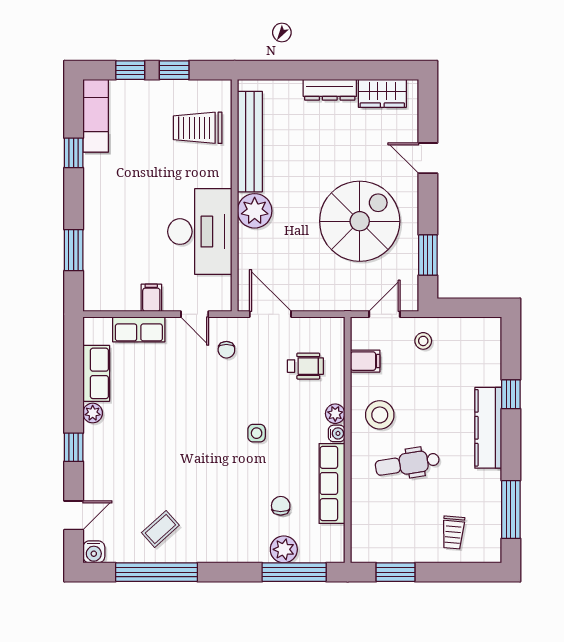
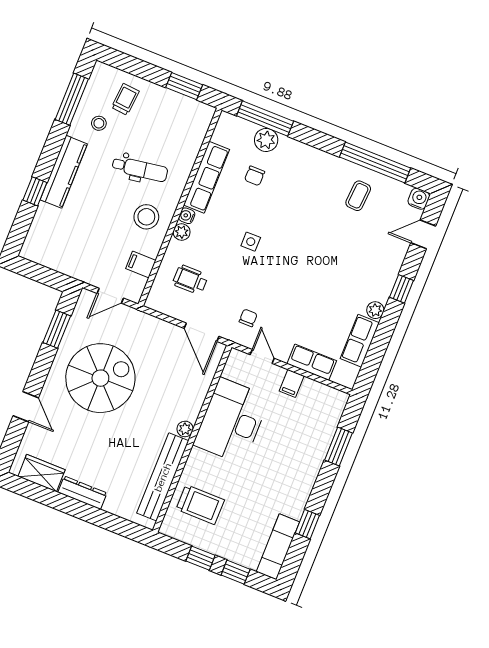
plant: (255, 211) -> (185, 429), width x0.53, depth x0.53
spiral stairs: (360, 221) -> (100, 378), turned 180
stool: (423, 341) -> (99, 123), moved
coffee table: (160, 529) -> (358, 196), turned -44

